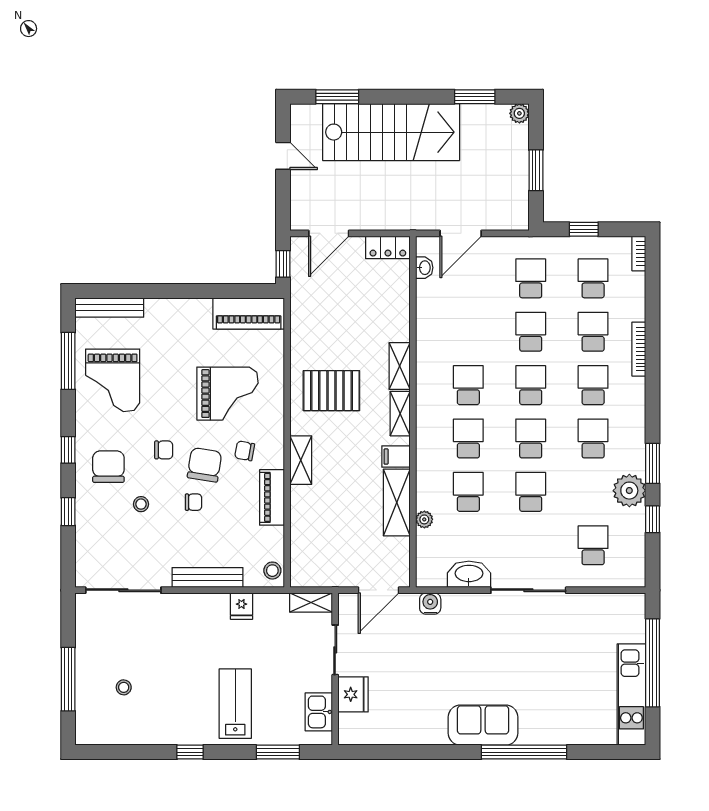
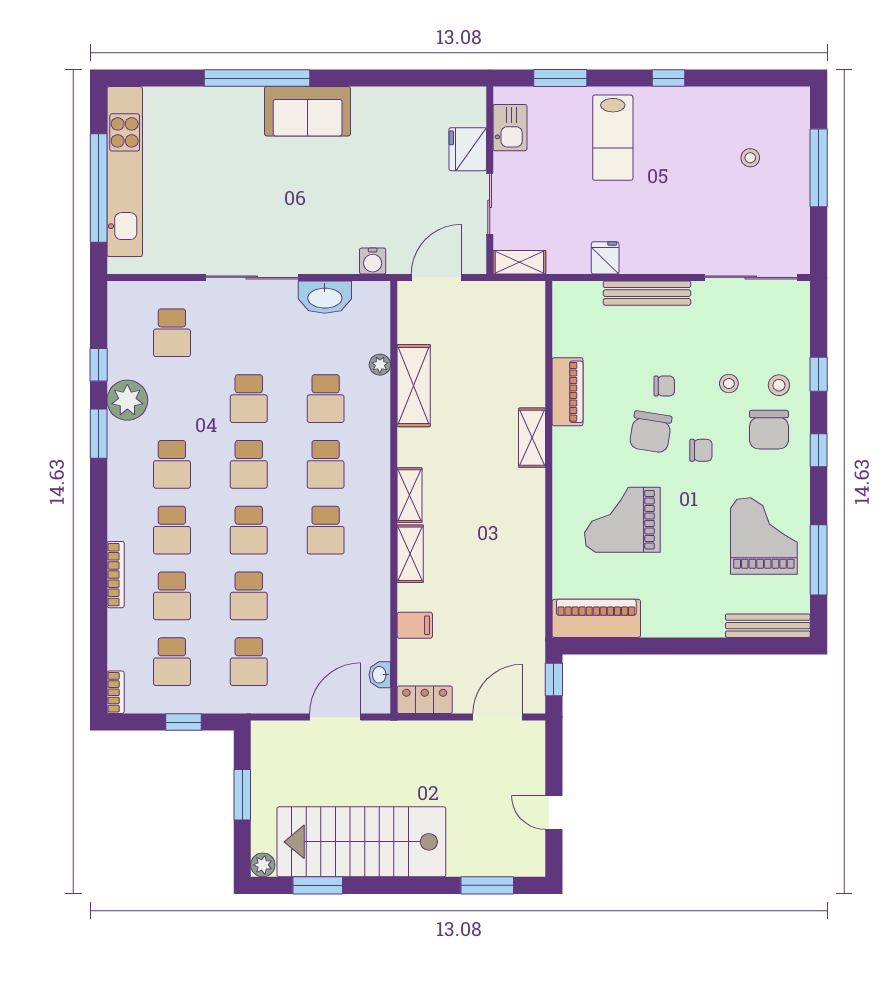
stairs: (391, 132) -> (361, 842), moved
pallet: (331, 391) -> (494, 523), removed
chair: (164, 450) -> (701, 450), turned 180
chair: (245, 451) -> (601, 449), removed
filing cabinet: (396, 457) -> (415, 625), moved
chair: (193, 502) -> (664, 386), turned 180
stool: (272, 571) -> (779, 385), moved
kitchen unit: (631, 695) -> (125, 172), width x1.36

